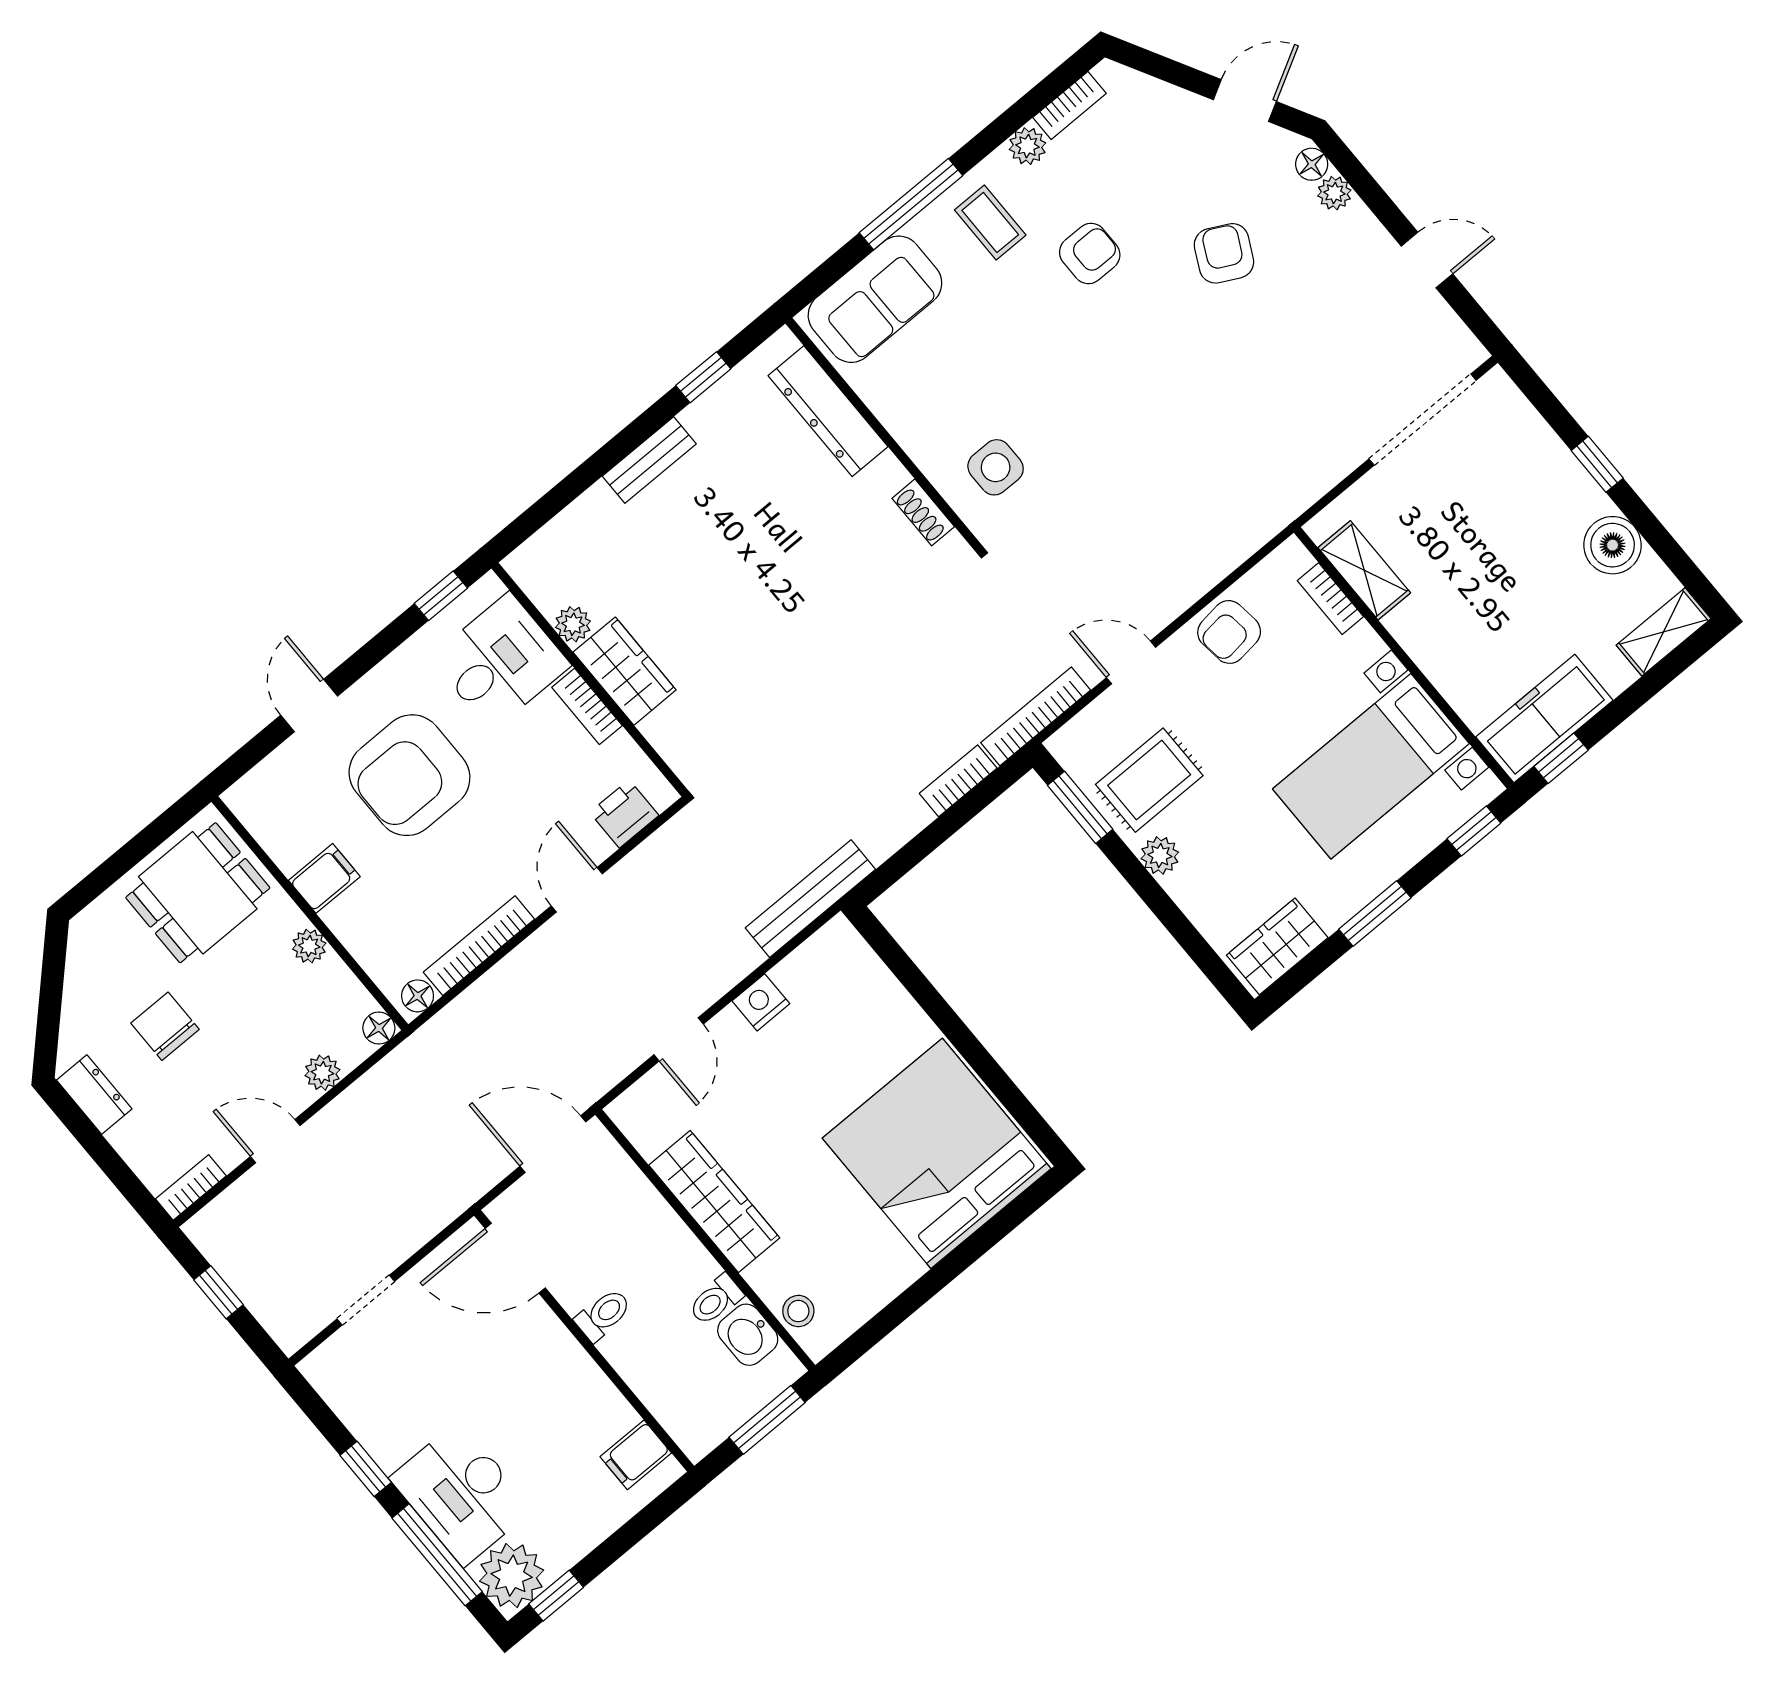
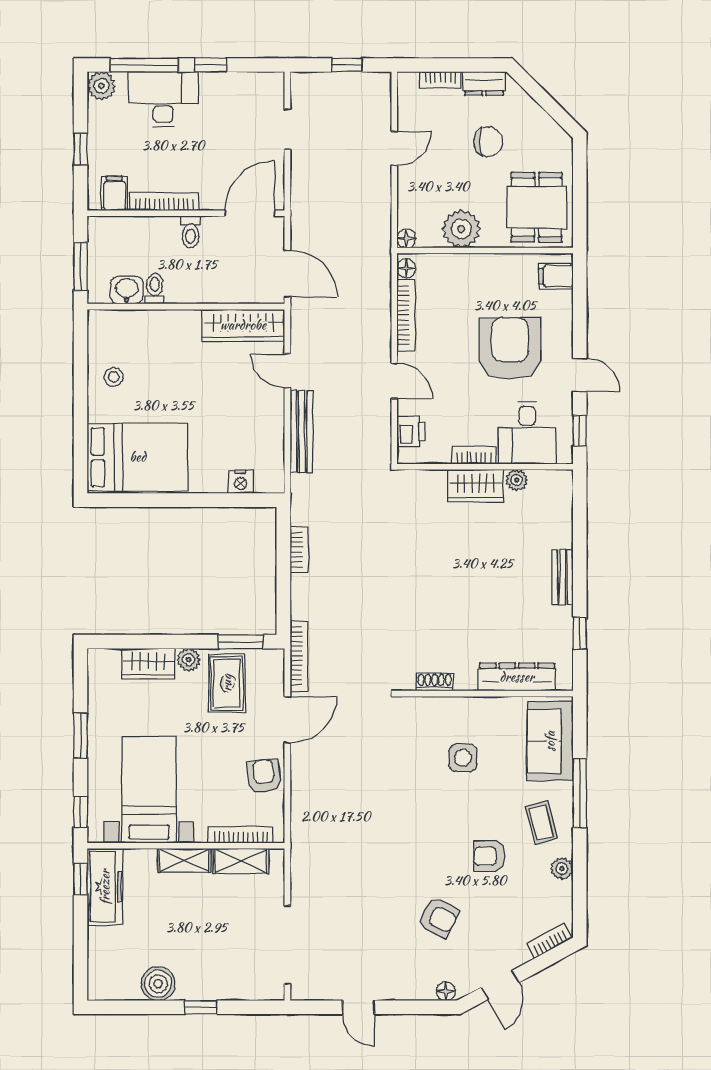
bookcase: (1069, 105) -> (549, 941), moved, turned 61
plant: (1334, 193) -> (424, 991), removed
coffee table: (990, 222) -> (541, 823), turned 75
armchair: (1090, 253) -> (489, 856), turned 90
door: (1427, 260) -> (358, 1007), hinge flipped
side table: (996, 467) -> (463, 758), moved
bookcase: (1330, 599) -> (241, 835), width x1.56
shelving: (1664, 632) -> (184, 860), moved, turned 90
door: (1131, 662) -> (287, 720), width x1.38
door: (309, 706) -> (580, 375), moved
bookcase: (958, 781) -> (299, 550), moved
filing cabinet: (324, 878) -> (556, 276), moved, turned 90
bench: (810, 899) -> (302, 431), moved
plant: (309, 946) -> (461, 229), width x1.87, depth x1.87
wardrobe: (1277, 946) -> (149, 664), moved, turned 90
nightstand: (761, 1002) -> (241, 482), moved, turned 90
plant: (322, 1073) -> (407, 196), removed
door: (553, 1144) -> (287, 274), hinge flipped
bed: (937, 1153) -> (138, 457), width x0.73
bookcase: (191, 1187) -> (440, 80), moved, turned 90
wardrobe: (714, 1201) -> (243, 325), moved
stool: (798, 1311) -> (114, 377), moved
bookcase: (593, 1382) -> (164, 202), added
plant: (512, 1576) -> (101, 86), width x0.73, depth x0.73
window: (556, 1596) -> (81, 149), moved

